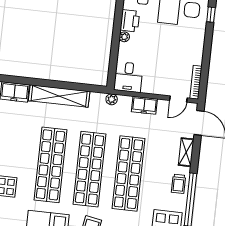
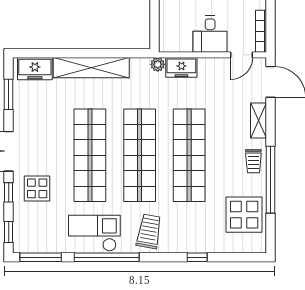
desk: (128, 77) -> (210, 34), moved
freezer: (144, 105) -> (181, 67), moved

